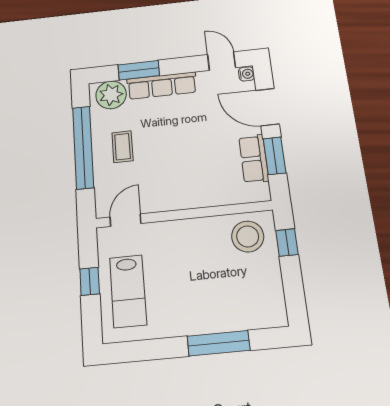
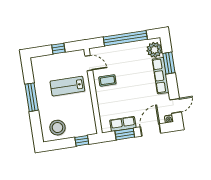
coffee table: (123, 147) -> (107, 80), moved
stool: (248, 236) -> (57, 128), moved
lab bench: (128, 291) -> (67, 86), moved
window: (219, 343) -> (32, 97), moved

